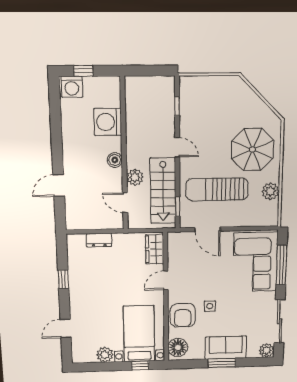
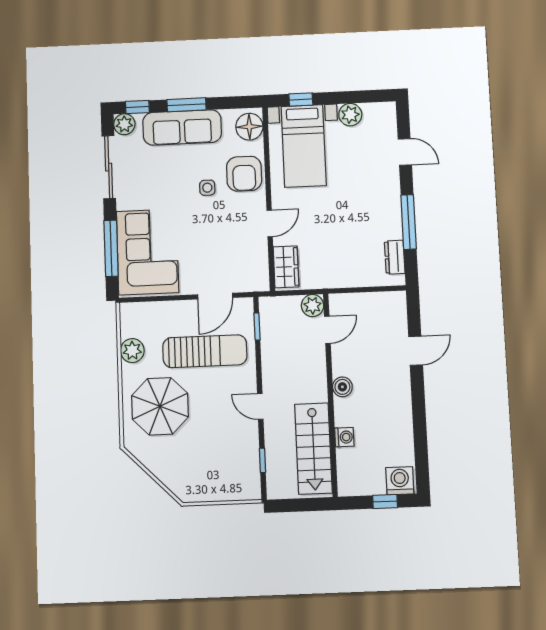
washing machine: (108, 122) -> (344, 437), width x0.53, depth x0.53
plant: (135, 177) -> (313, 306), moved
stairs: (163, 191) -> (313, 448), moved, turned 180
door: (125, 203) -> (327, 330), hinge flipped
door: (208, 229) -> (215, 296), swing flipped
dresser: (99, 240) -> (395, 257), moved, turned -90
window: (63, 279) -> (409, 222), width x2.17
armchair: (183, 315) -> (244, 174), turned 180
door: (66, 328) -> (405, 152), hinge flipped
sofa: (226, 348) -> (182, 127), width x1.36
window: (257, 362) -> (137, 107), added

